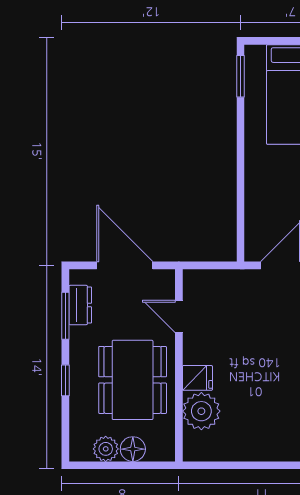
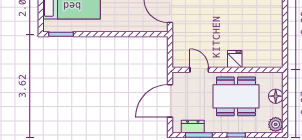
door: (179, 316) -> (199, 70), swing flipped
plant: (201, 411) -> (254, 57), removed
plant: (106, 449) -> (276, 124), moved

